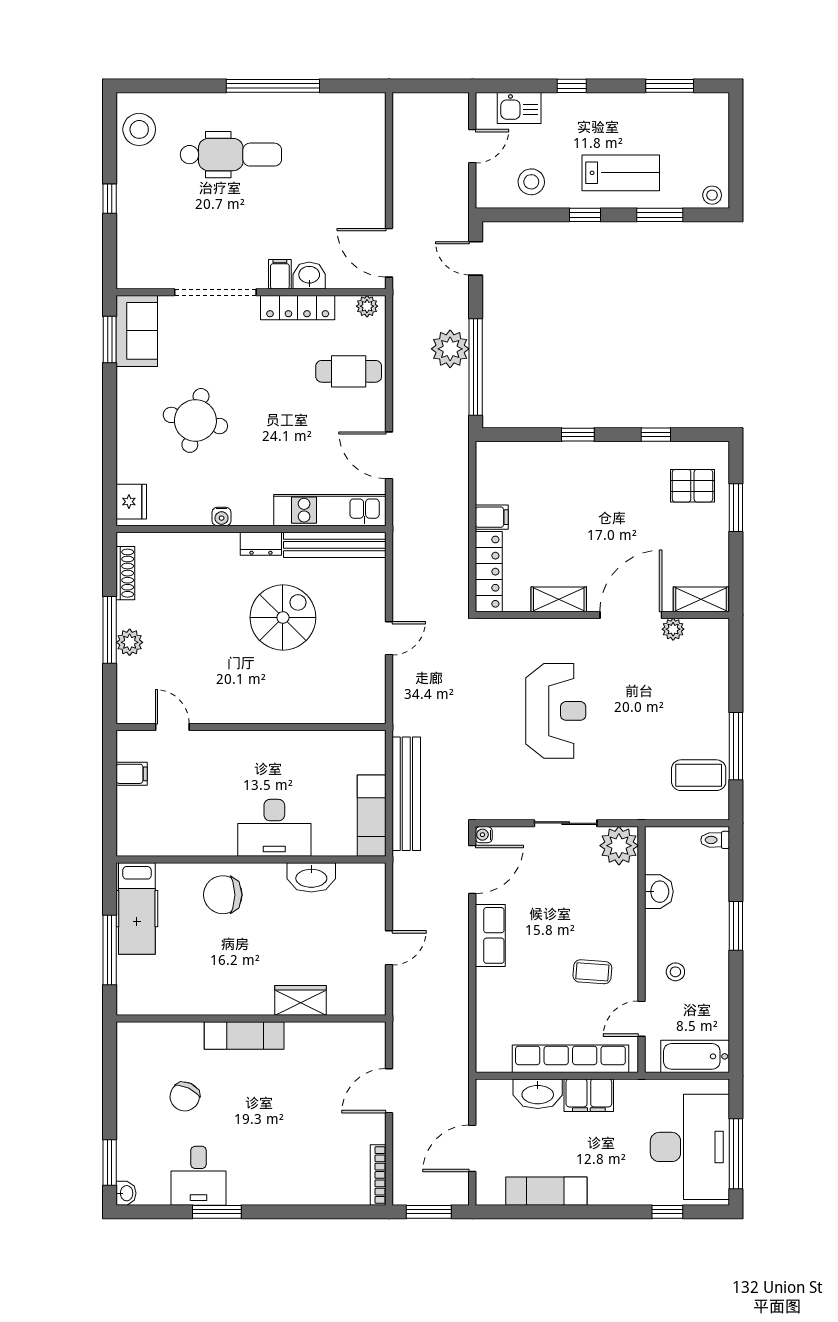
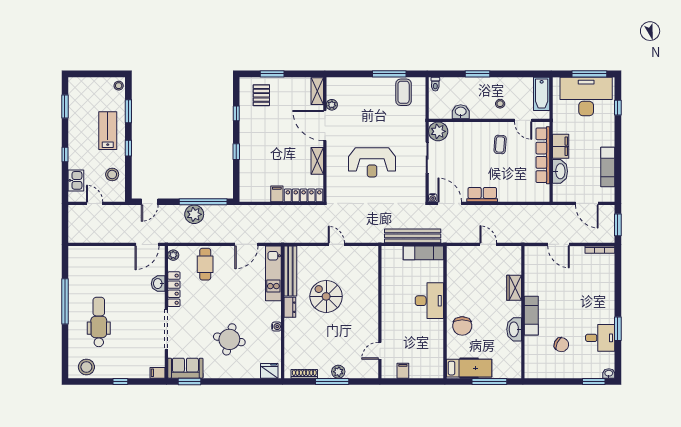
filing cabinet: (280, 274) -> (158, 373), moved
reception desk: (556, 711) -> (372, 162), turned 180
washbasin: (311, 877) -> (514, 329), moved, turned 180

